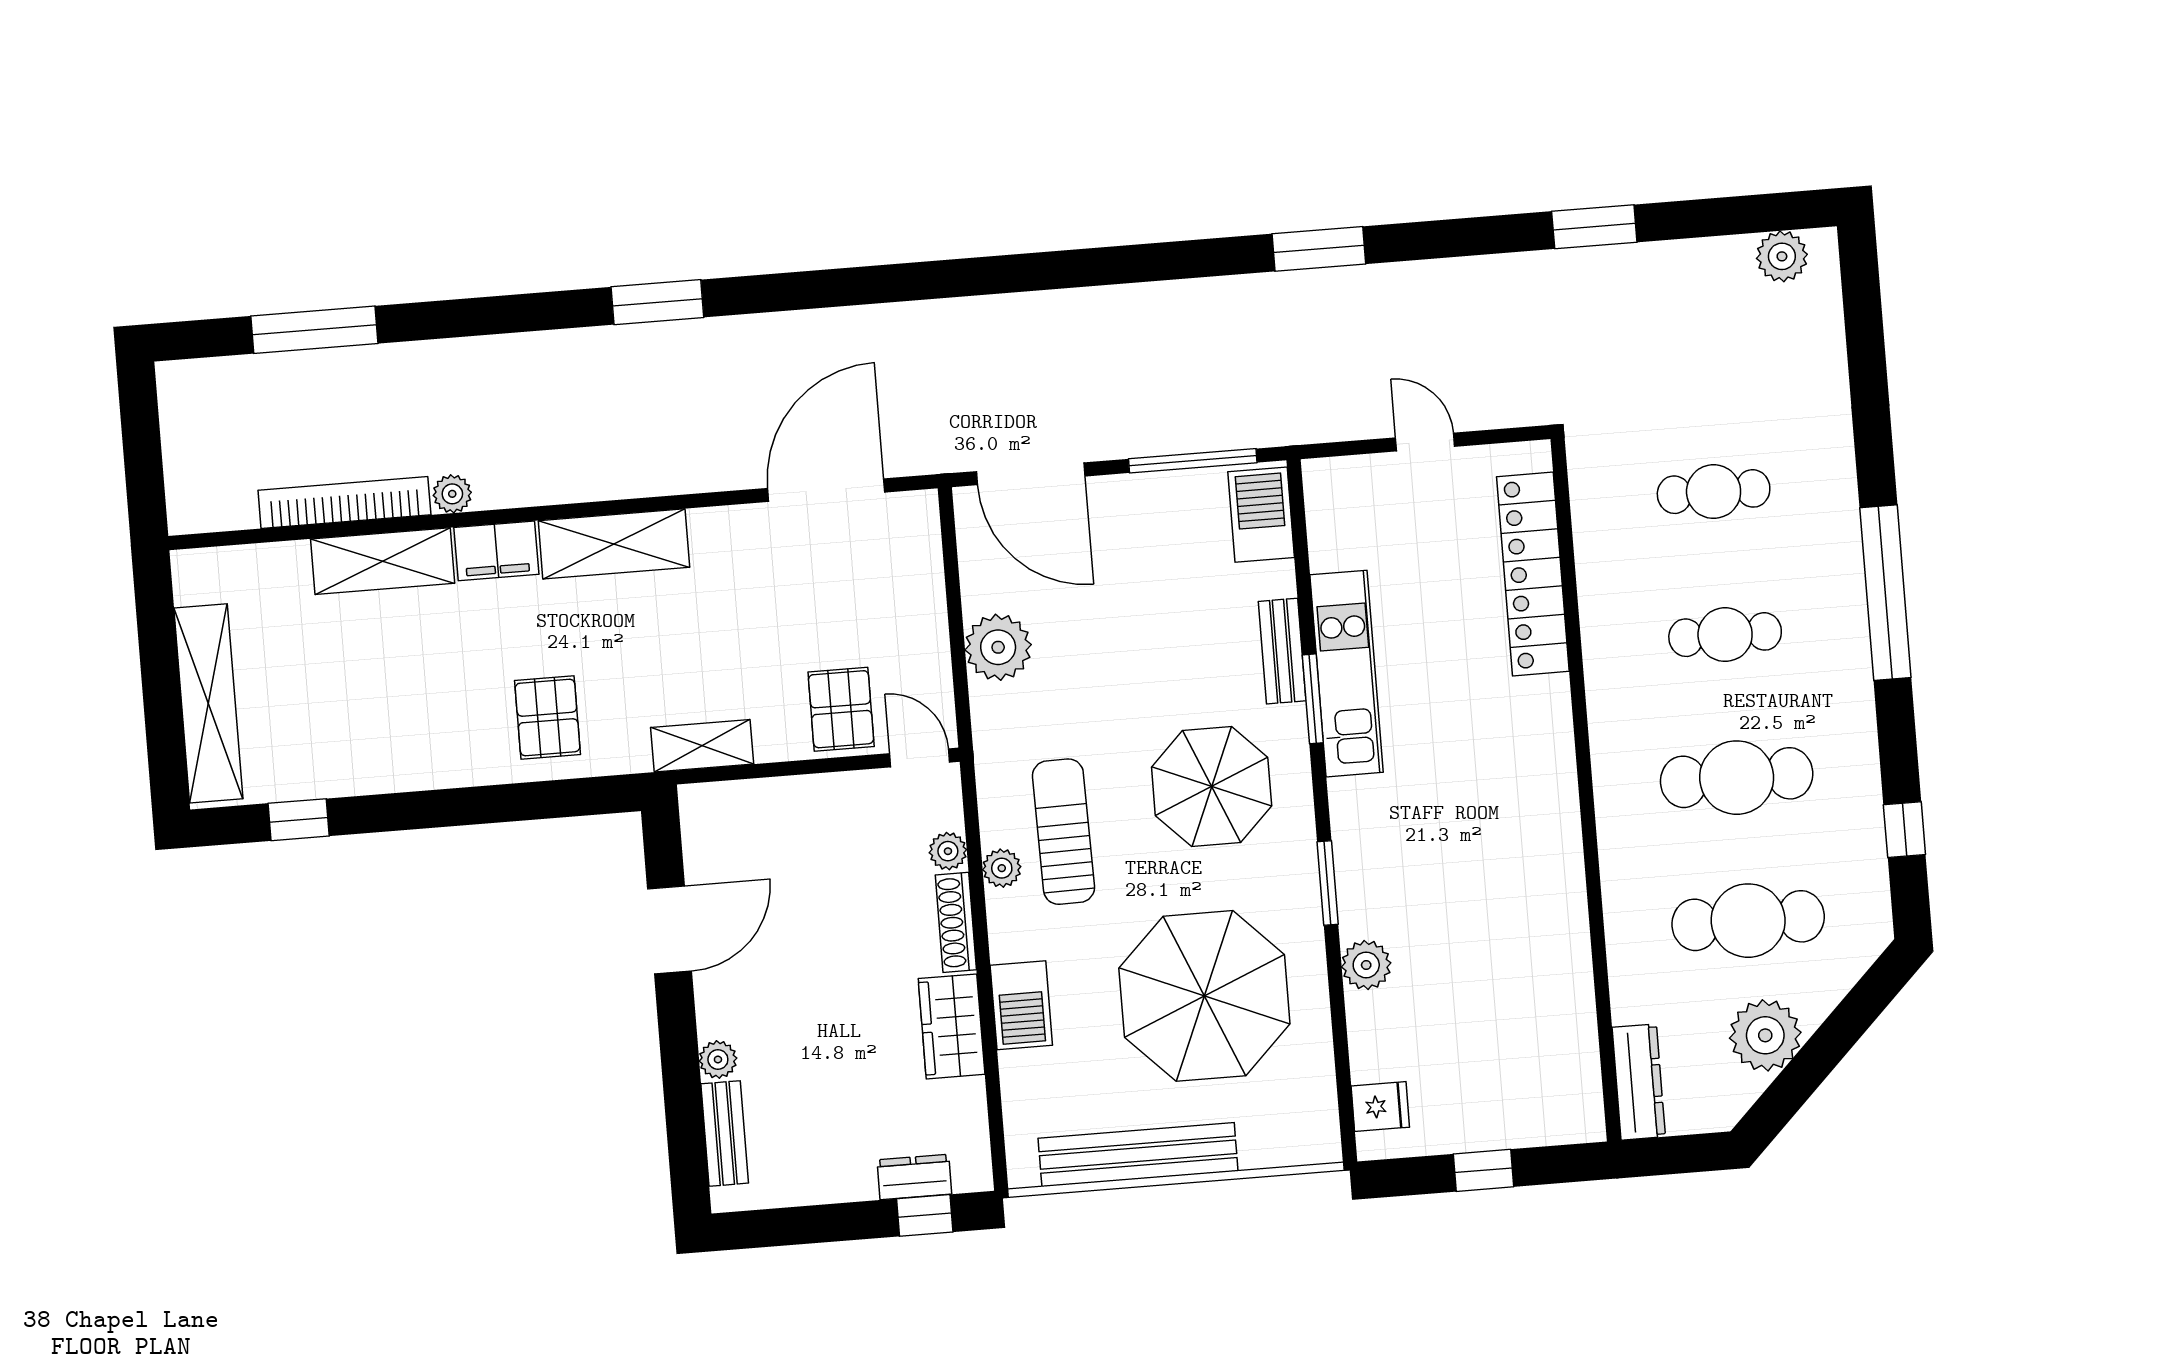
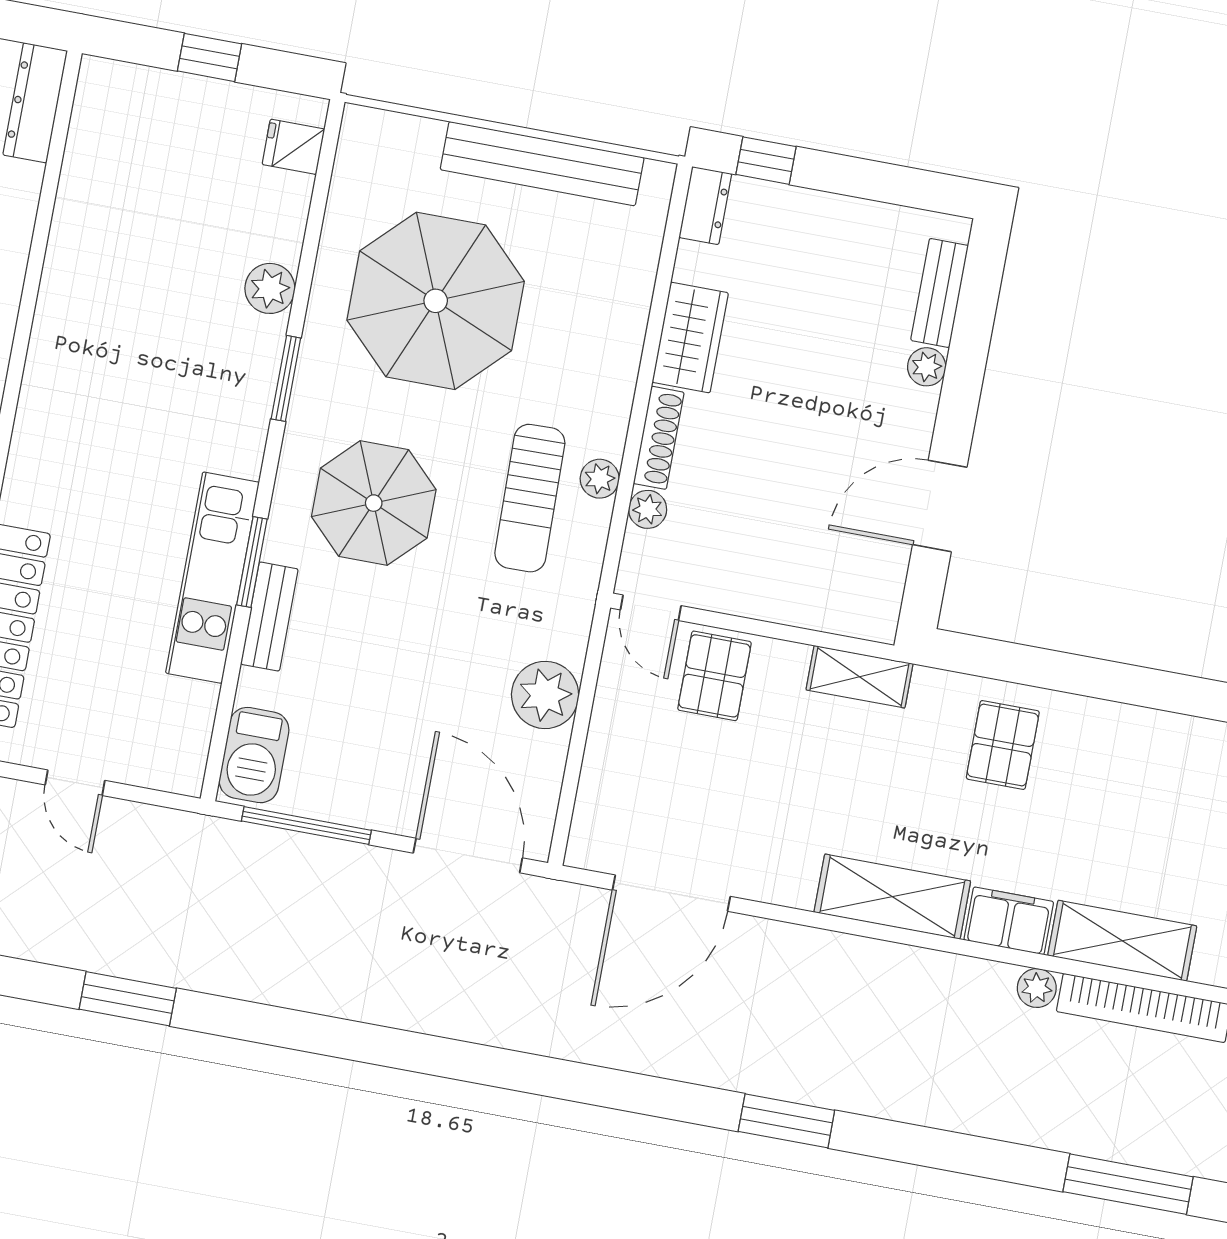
barbecue: (1021, 1005) -> (617, 340), removed
dresser: (914, 1177) -> (705, 206), moved, turned -90

